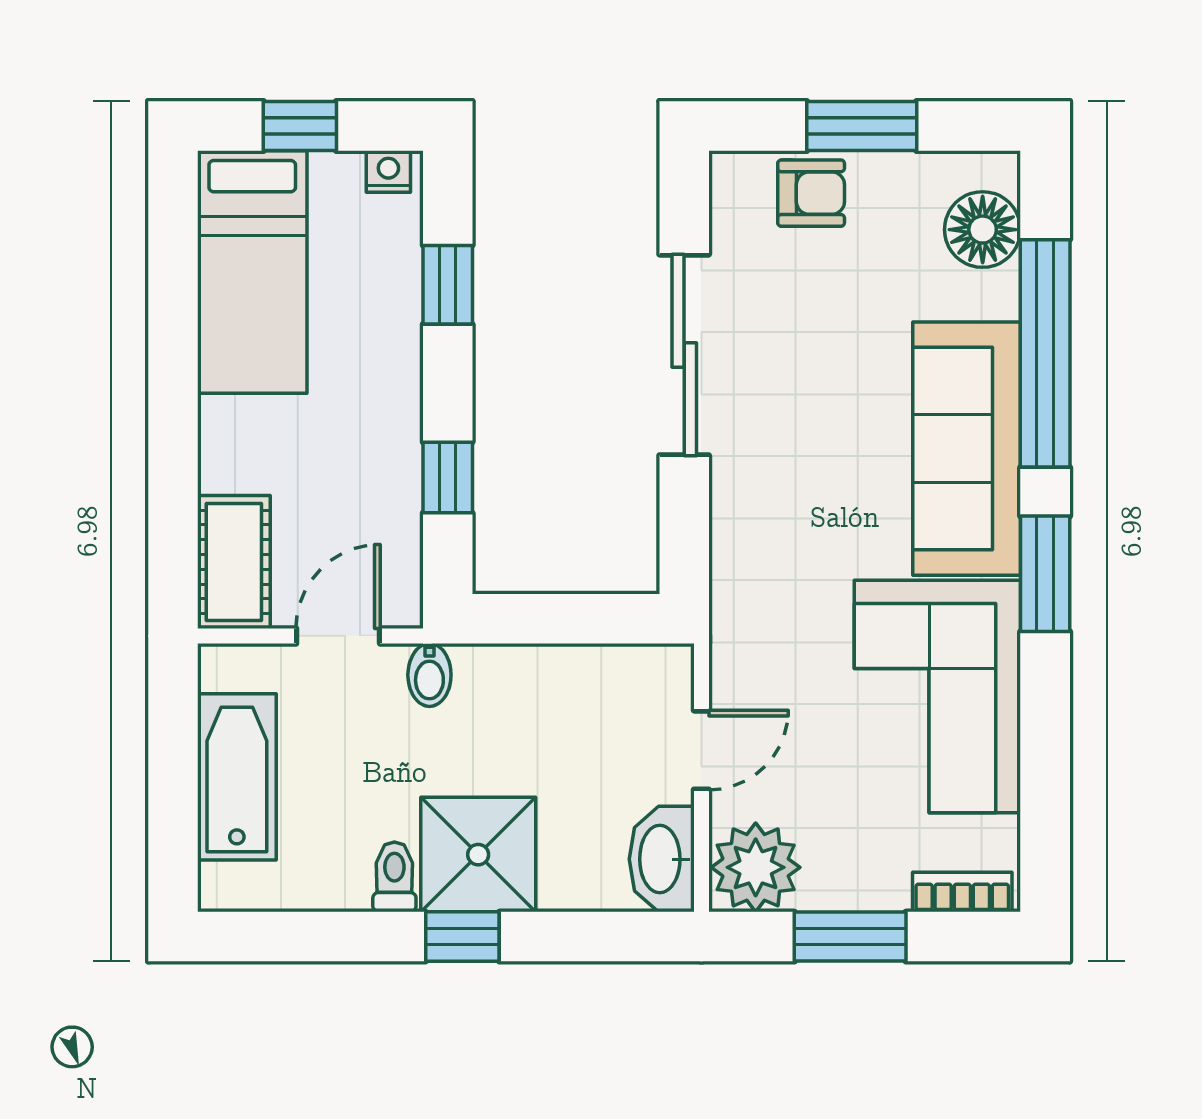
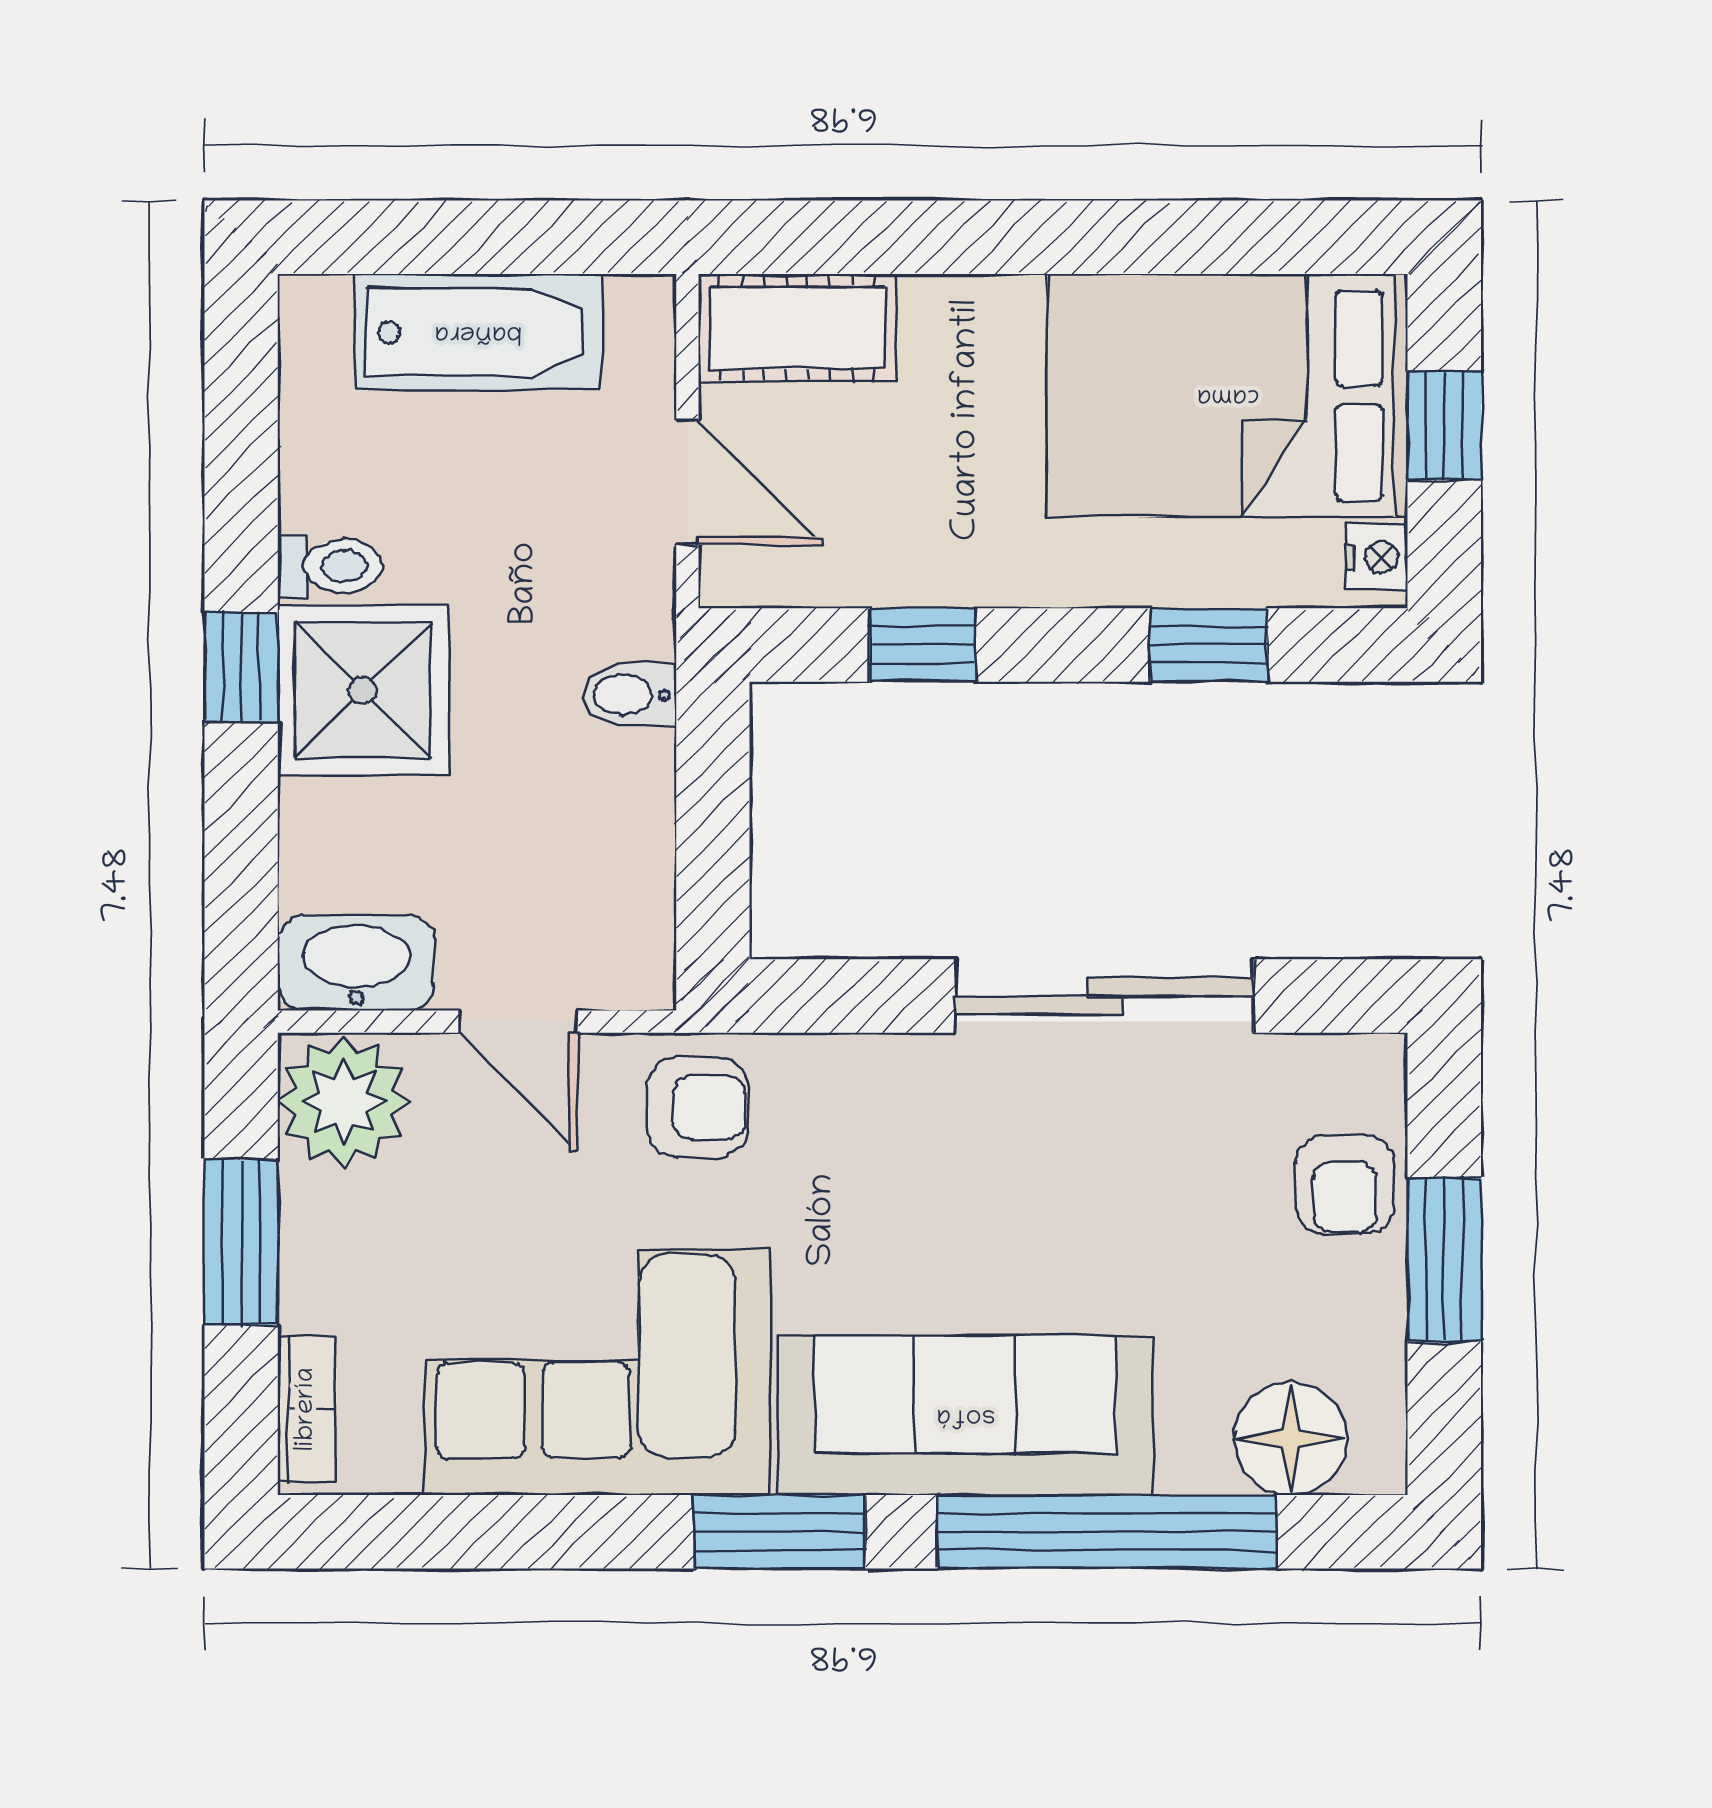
bed: (252, 272) -> (1228, 395), width x1.50
armchair: (759, 629) -> (697, 1107), added
bidet: (429, 675) -> (629, 695), moved

